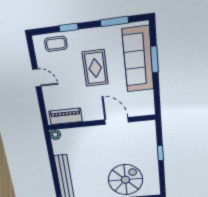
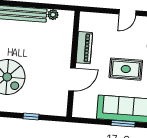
piano: (66, 116) -> (84, 48), moved
plant: (55, 135) -> (53, 15), moved

